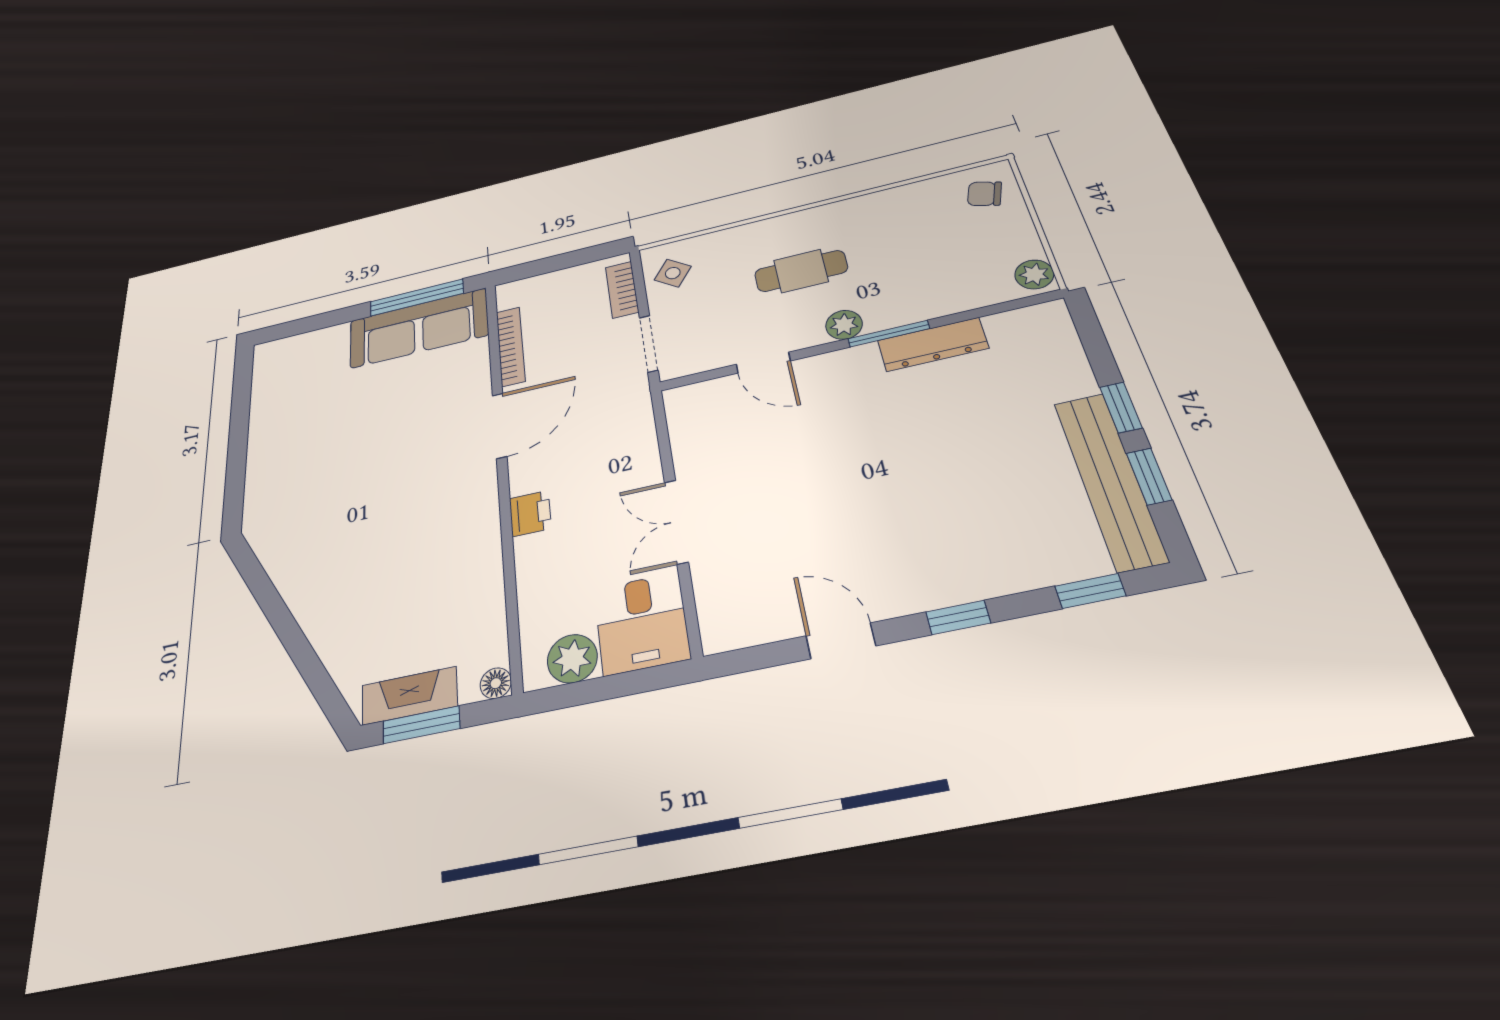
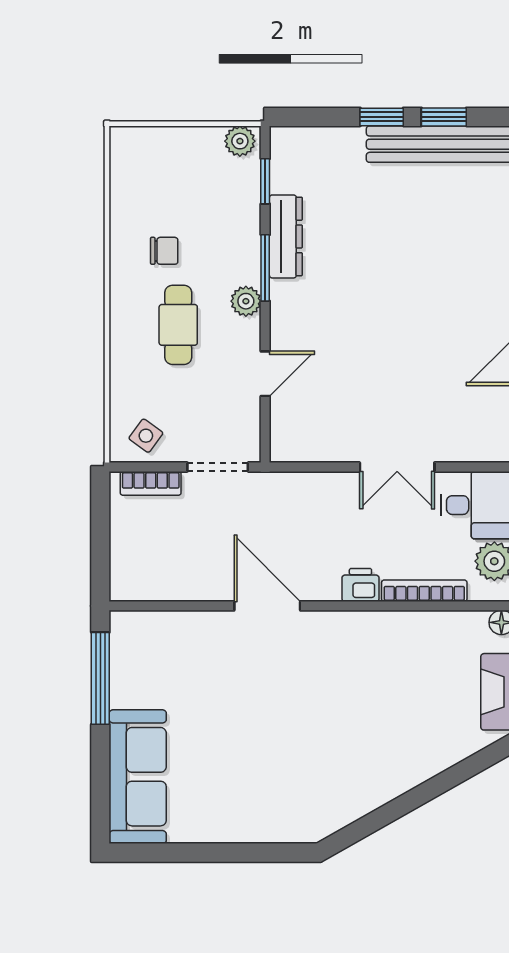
chair: (984, 194) -> (164, 251), moved, turned -108
window: (994, 309) -> (265, 181), added
sofa: (419, 328) -> (138, 777), moved
bookcase: (511, 346) -> (424, 591), moved

